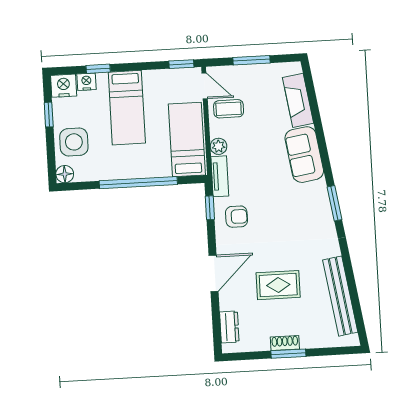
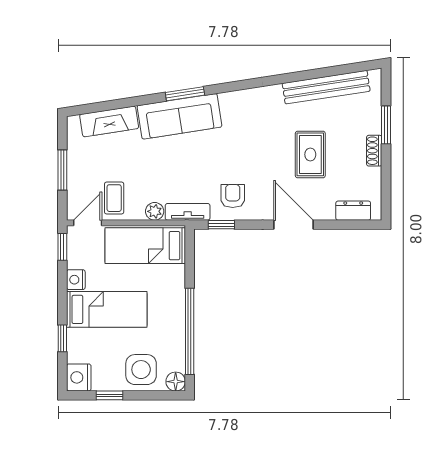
nightstand: (86, 82) -> (76, 280), moved
sofa: (304, 155) -> (179, 116), width x1.36
window: (138, 183) -> (190, 331), moved
window: (335, 203) -> (185, 94), moved
window: (288, 354) -> (386, 125), moved

